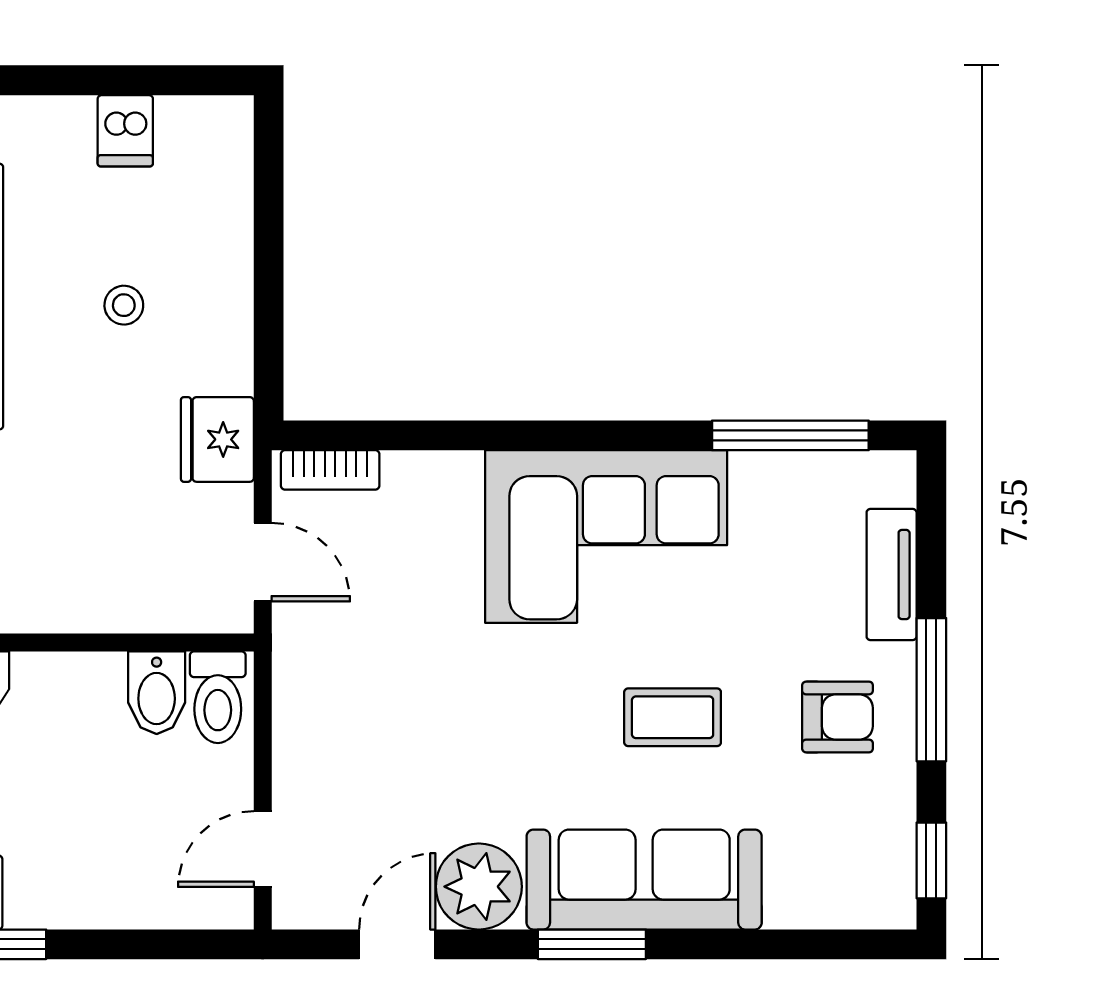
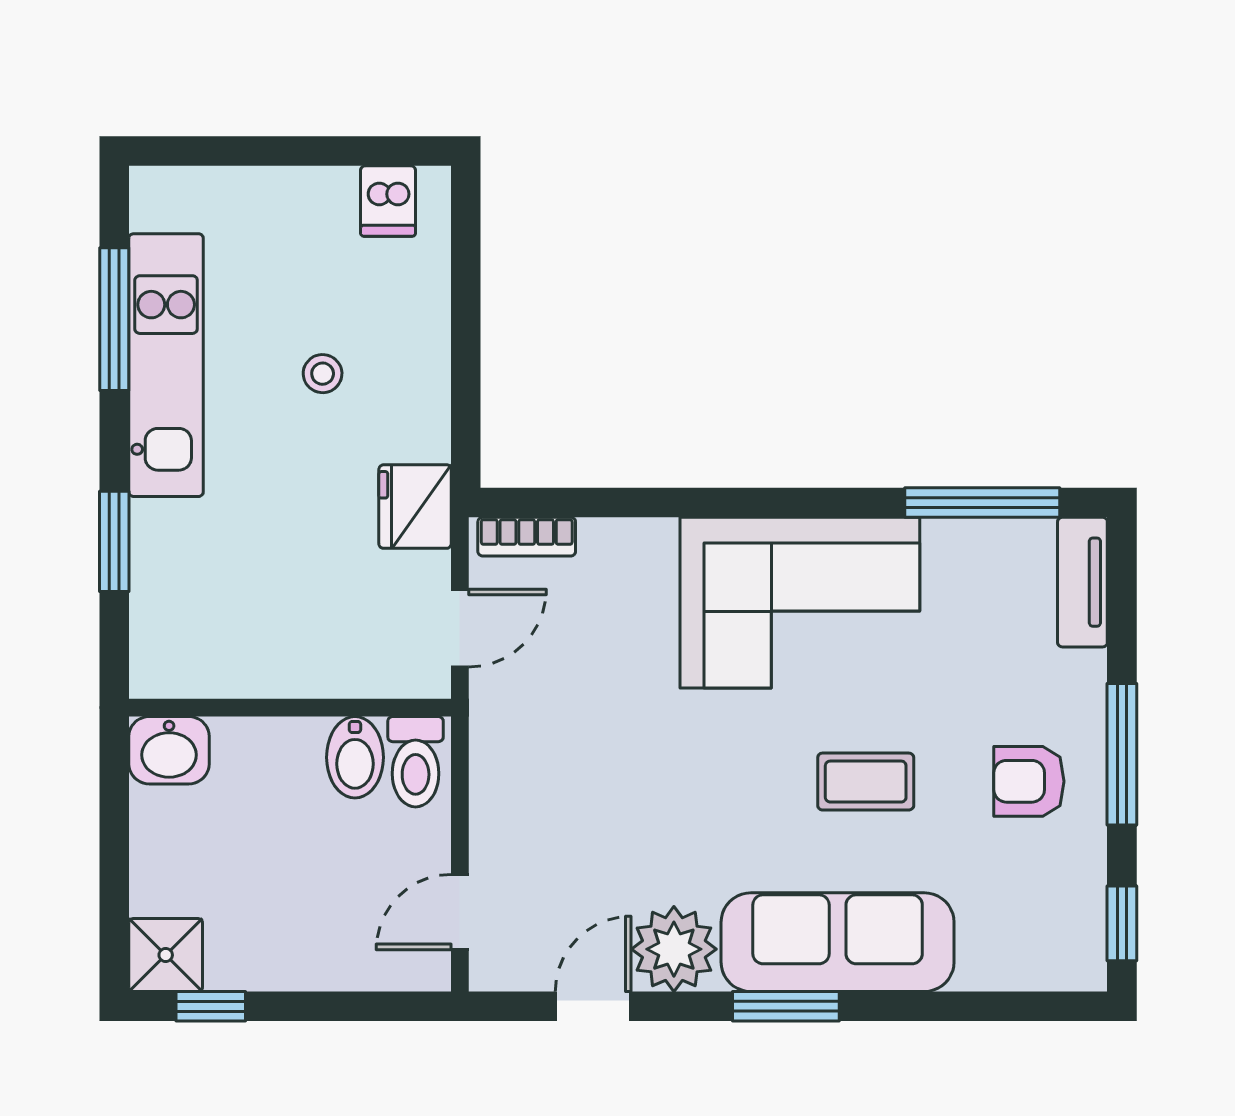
dishwasher: (125, 131) -> (388, 201), moved
door: (263, 562) -> (460, 628), hinge flipped
tv unit: (892, 575) -> (1082, 582), moved
armchair: (838, 717) -> (1029, 781), turned 180

